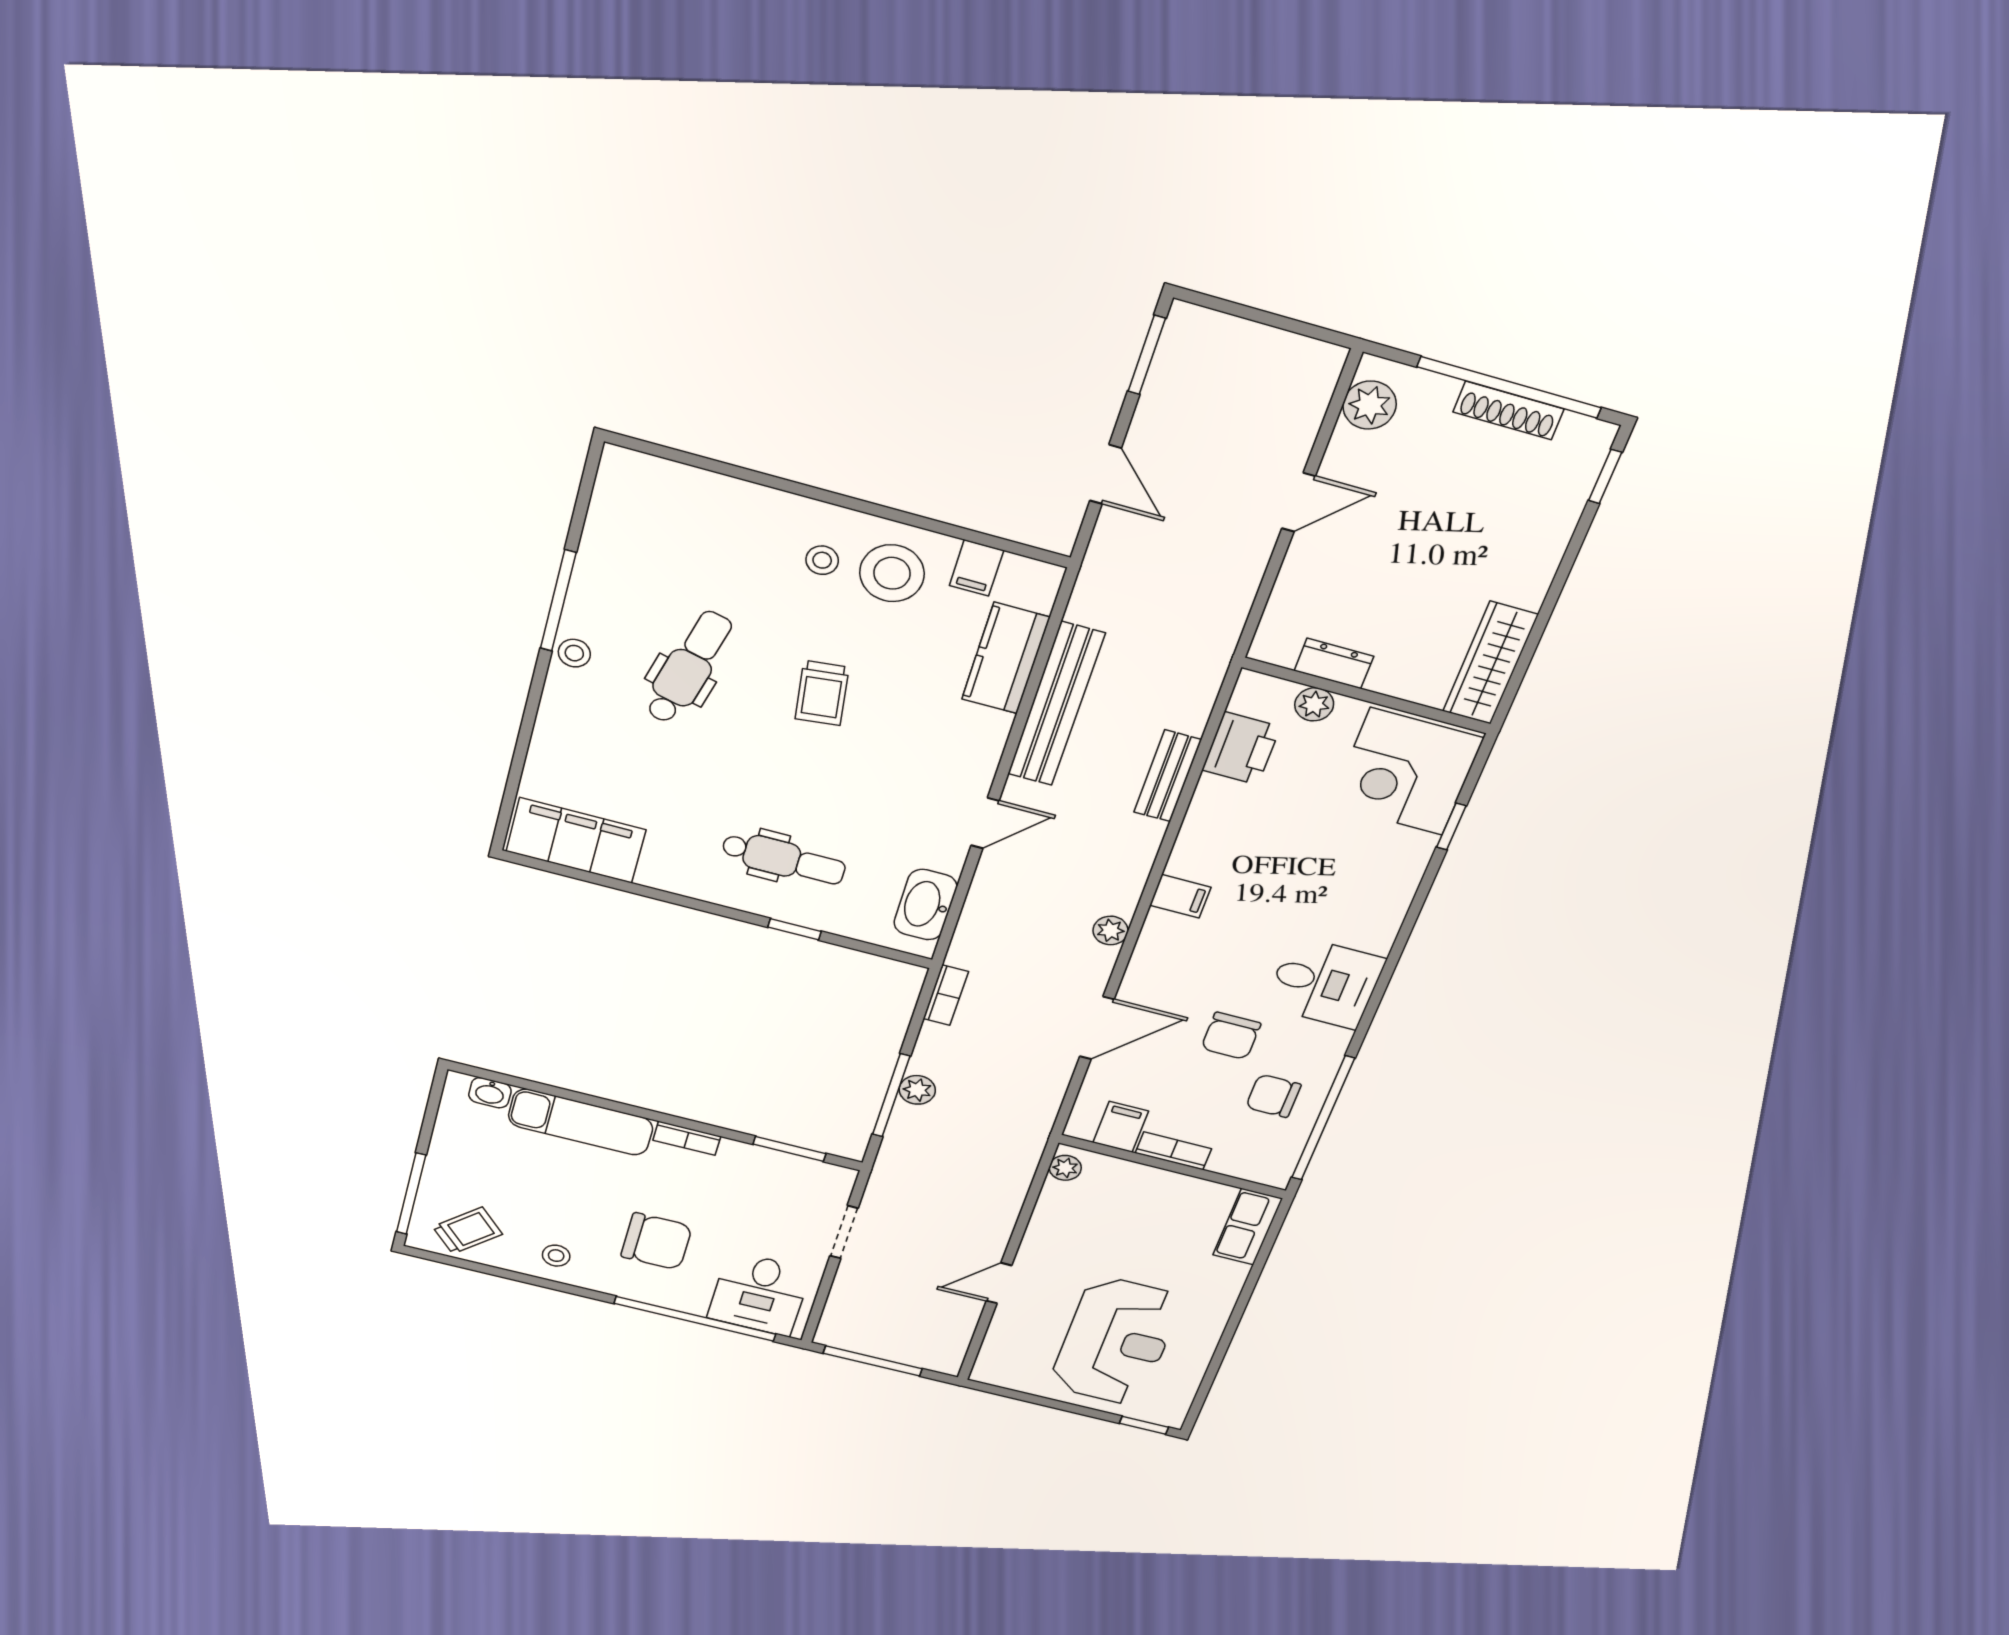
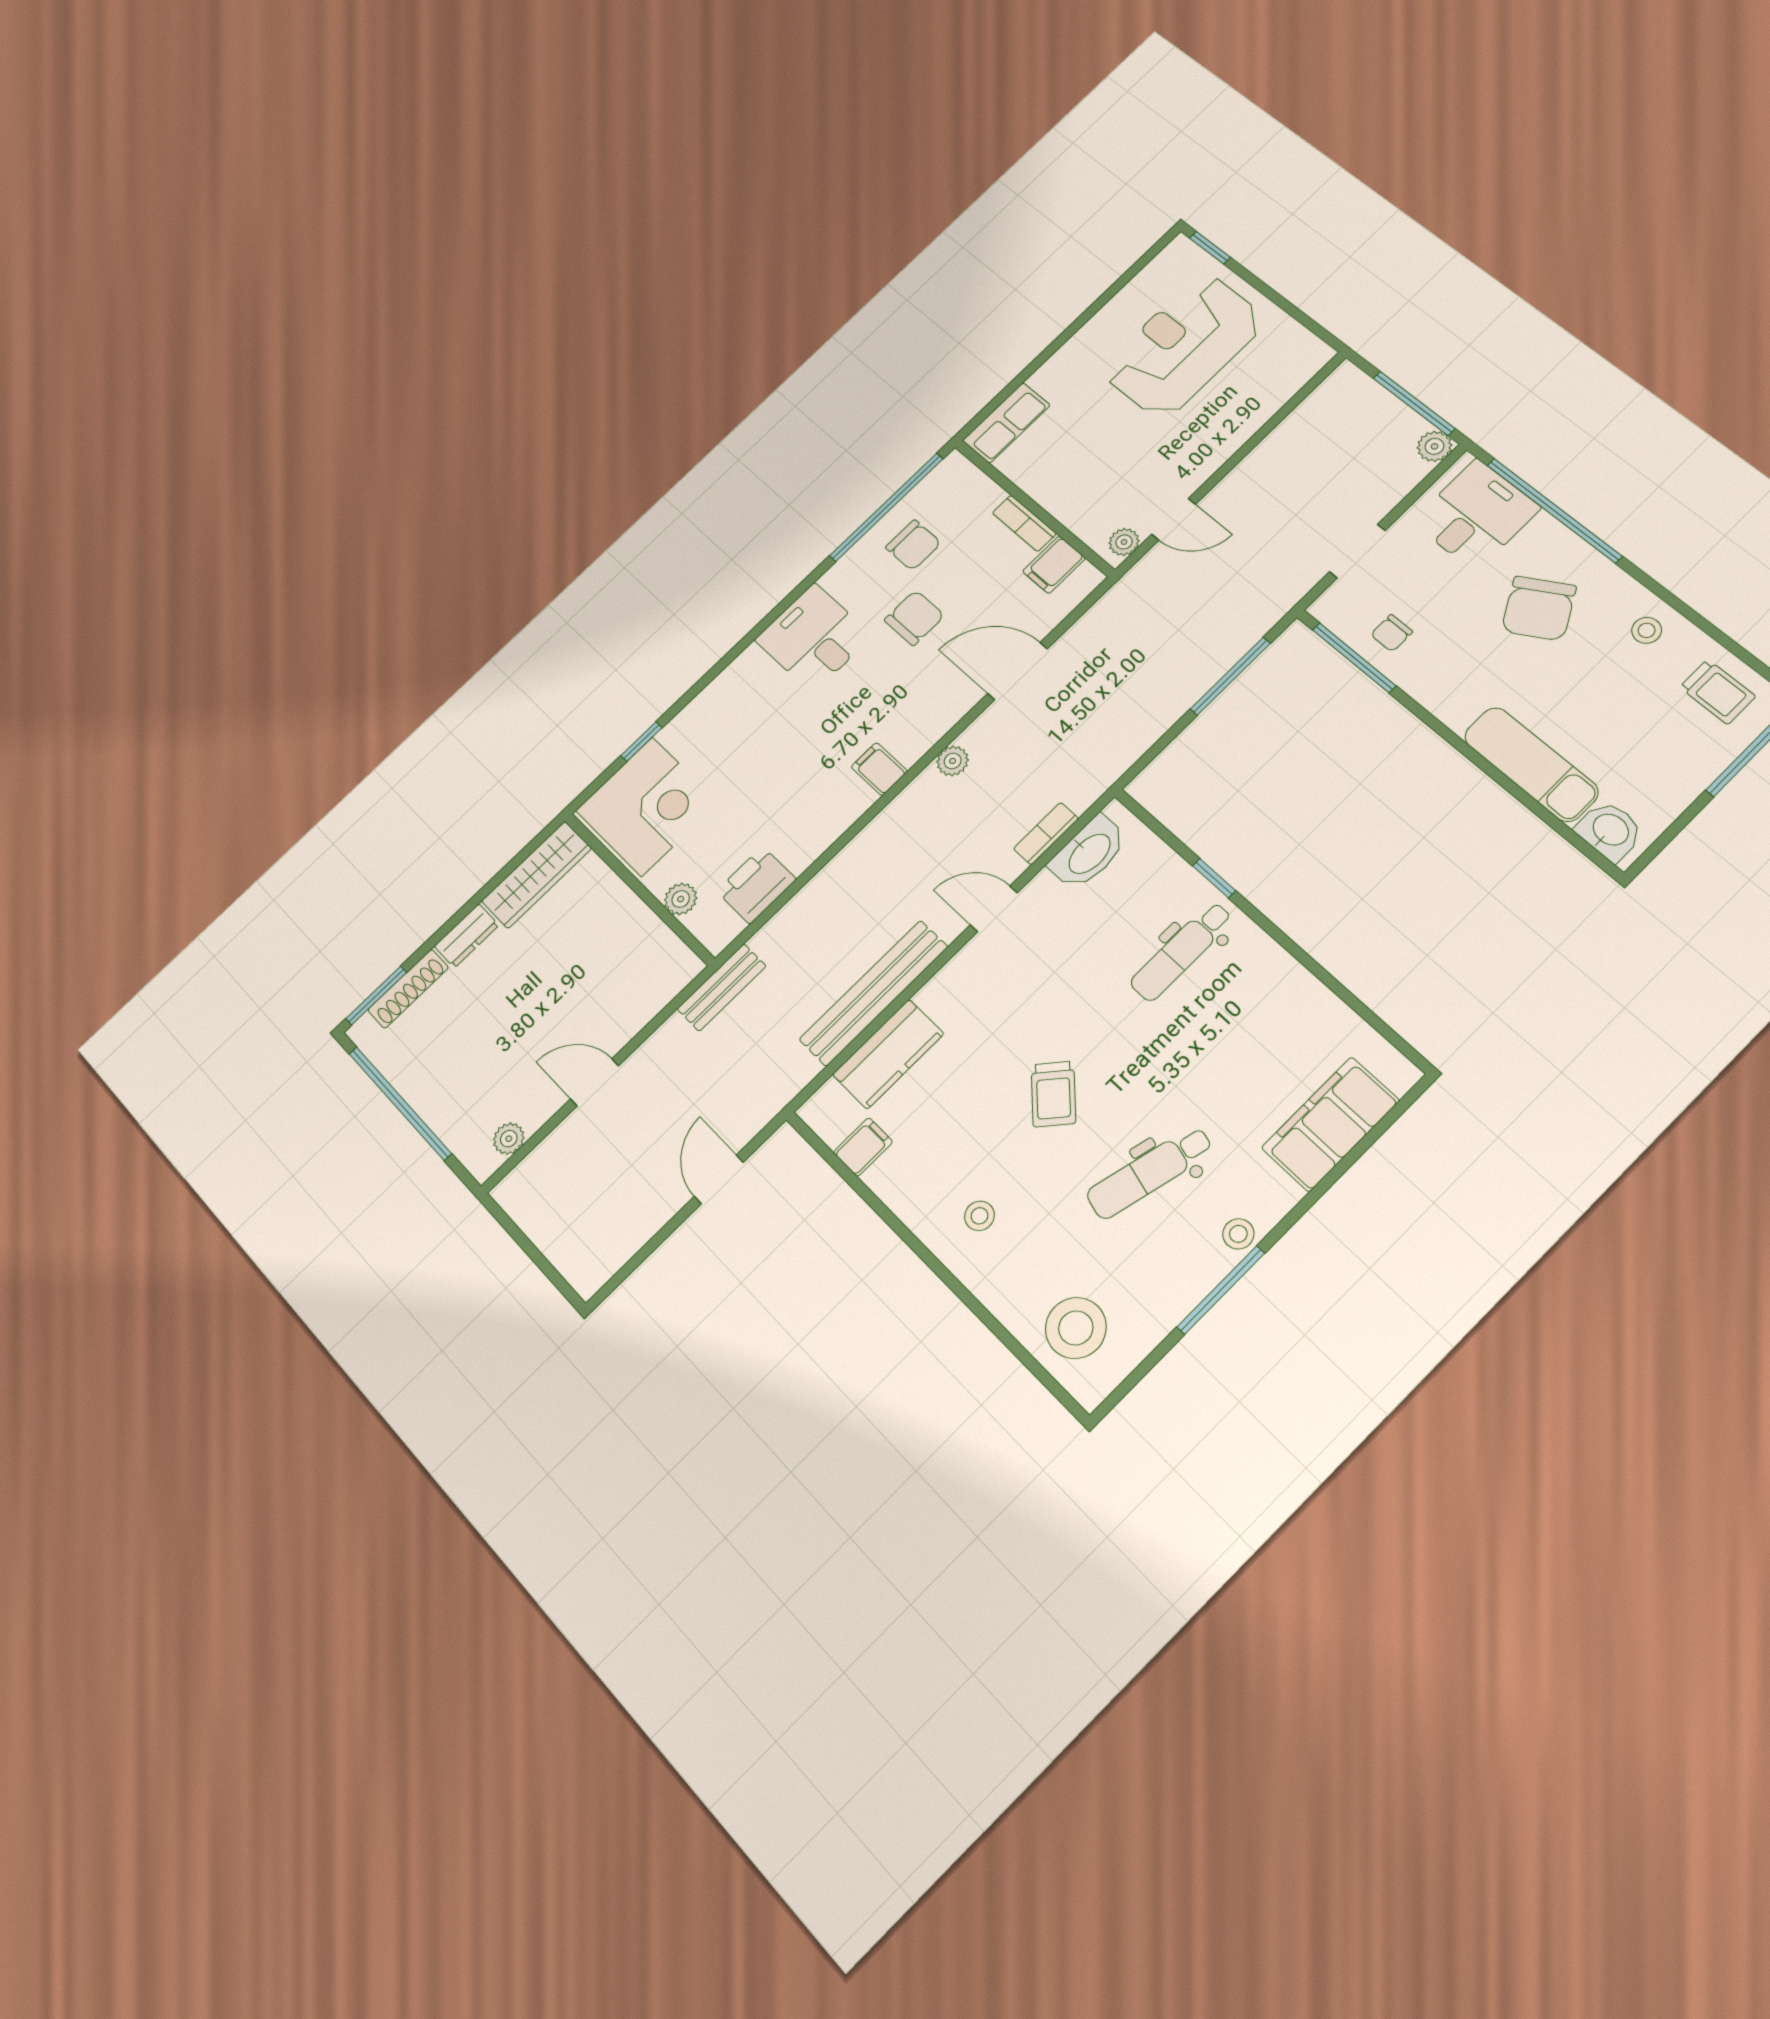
window: (1147, 355) -> (631, 1265), removed
plant: (1370, 405) -> (509, 1139), width x0.73, depth x0.73
shoe rack: (1509, 410) -> (408, 989), moved, turned 90
window: (1605, 476) -> (376, 996), width x1.50
stool: (892, 573) -> (1076, 1328), moved
dresser: (1334, 664) -> (467, 936), moved, turned -90
trolley: (822, 693) -> (1053, 1094), turned 139
bench: (1168, 776) -> (722, 987), moved
filing cabinet: (576, 841) -> (1330, 1124), moved, turned 90
dental chair: (784, 859) -> (1181, 951), turned -90
bookcase: (946, 995) -> (1046, 834), moved
plant: (917, 1090) -> (1435, 446), moved
washbasin: (490, 1093) -> (1610, 831), width x1.38, depth x1.45
bookcase: (687, 1138) -> (1442, 707), removed
window: (789, 1149) -> (1354, 658), width x1.44
chair: (770, 1179) -> (1392, 633), added
trolley: (467, 1230) -> (1718, 692), turned -137
chair: (656, 1241) -> (1539, 608), turned -120
door: (999, 1283) -> (1174, 519), moved

